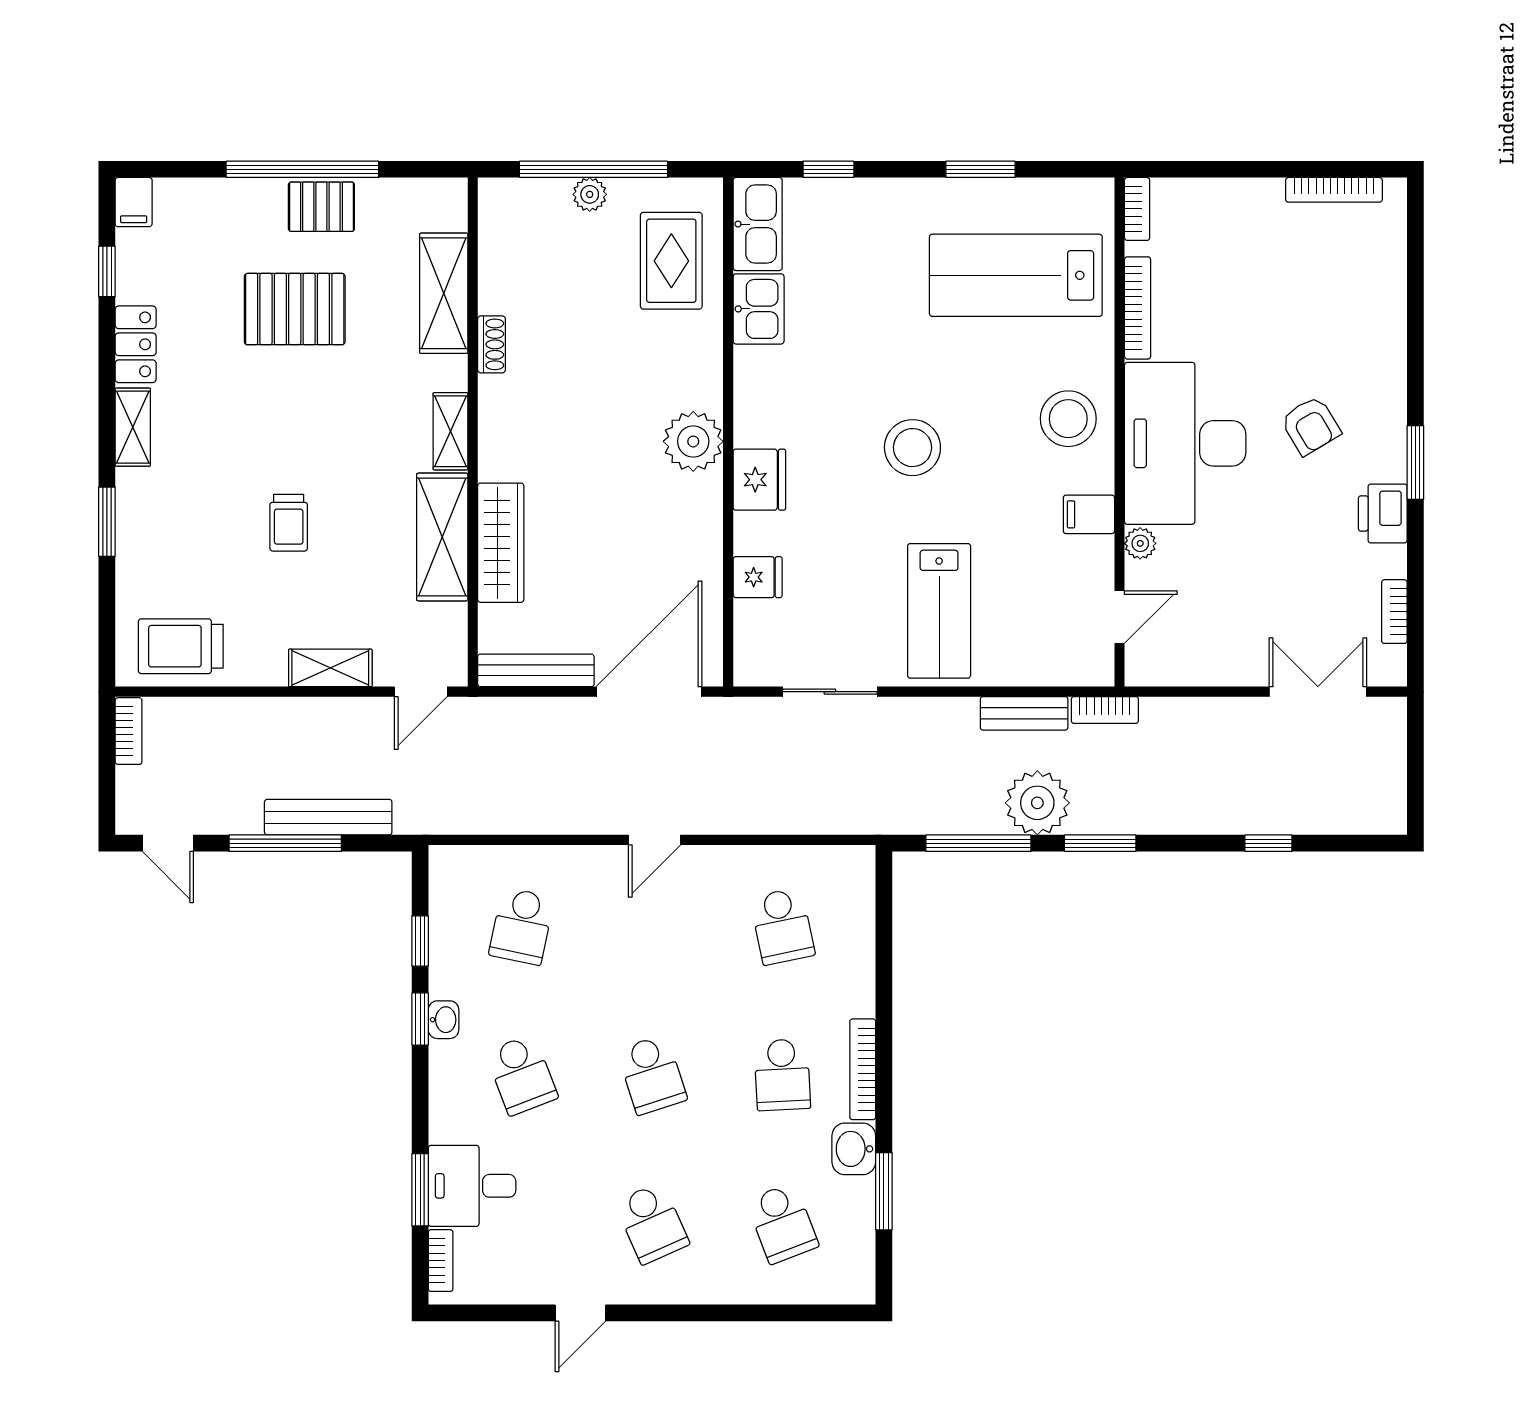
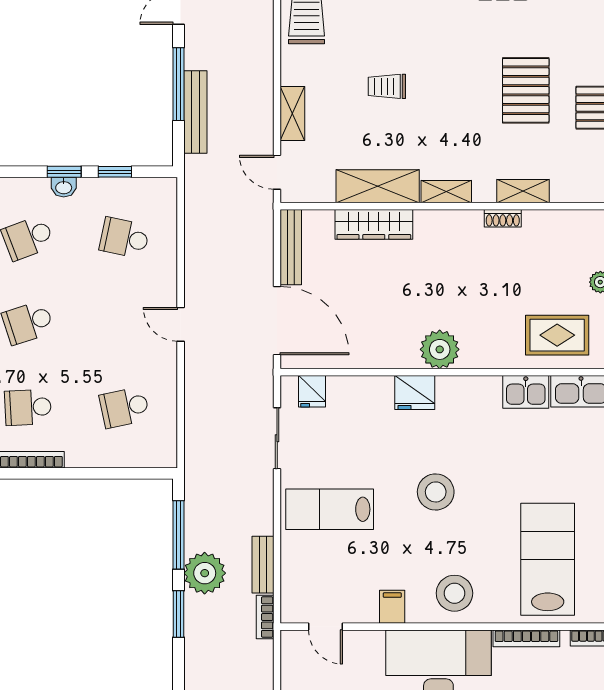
shelving: (444, 293) -> (523, 191), width x0.67, depth x0.75
plant: (1140, 543) -> (373, 640), removed
fridge: (758, 577) -> (312, 391), moved

